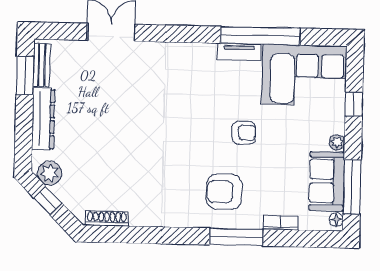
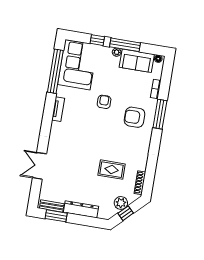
window: (260, 36) -> (55, 71), moved
tv unit: (239, 52) -> (58, 109), moved
rug: (123, 164) -> (112, 170), added
plant: (50, 173) -> (121, 203), moved
window: (352, 187) -> (125, 45), moved
armchair: (224, 192) -> (135, 117), turned 90

